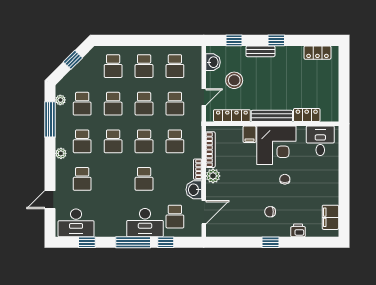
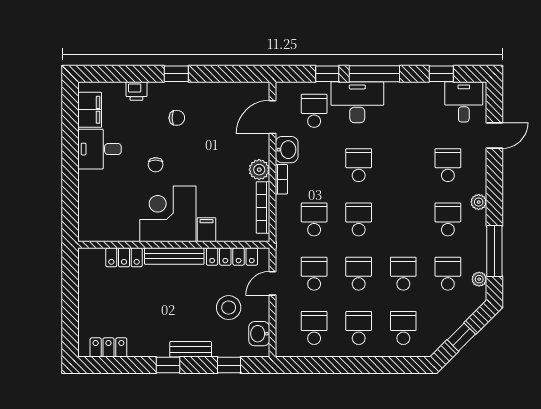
school desk: (113, 141) -> (403, 219), removed
desk: (320, 141) -> (100, 149), moved, turned 90
desk: (76, 223) -> (464, 102), width x0.73

